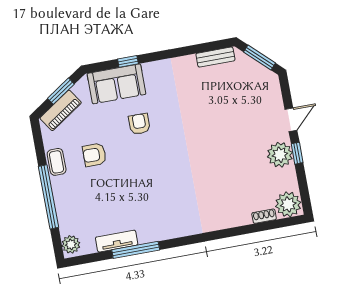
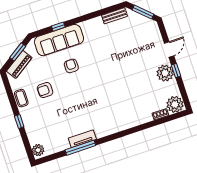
sofa: (116, 84) -> (59, 40), width x1.36
window: (49, 197) -> (19, 121), width x0.32
tv unit: (117, 241) -> (82, 139), moved

